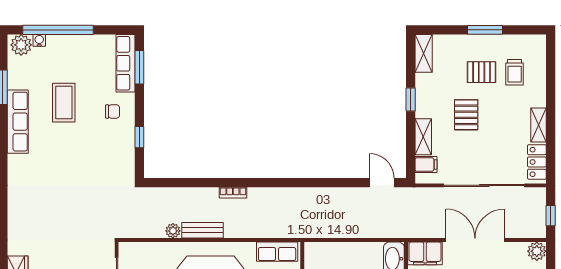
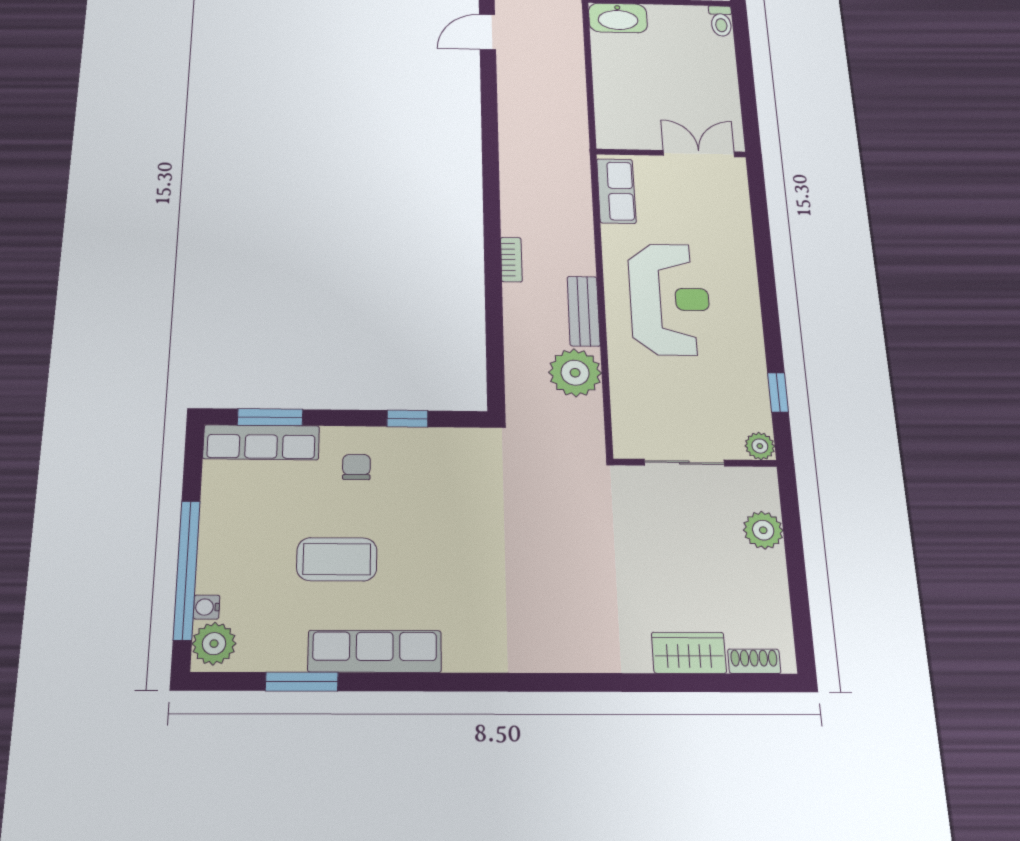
plant: (173, 231) -> (575, 373), width x1.88, depth x1.88

